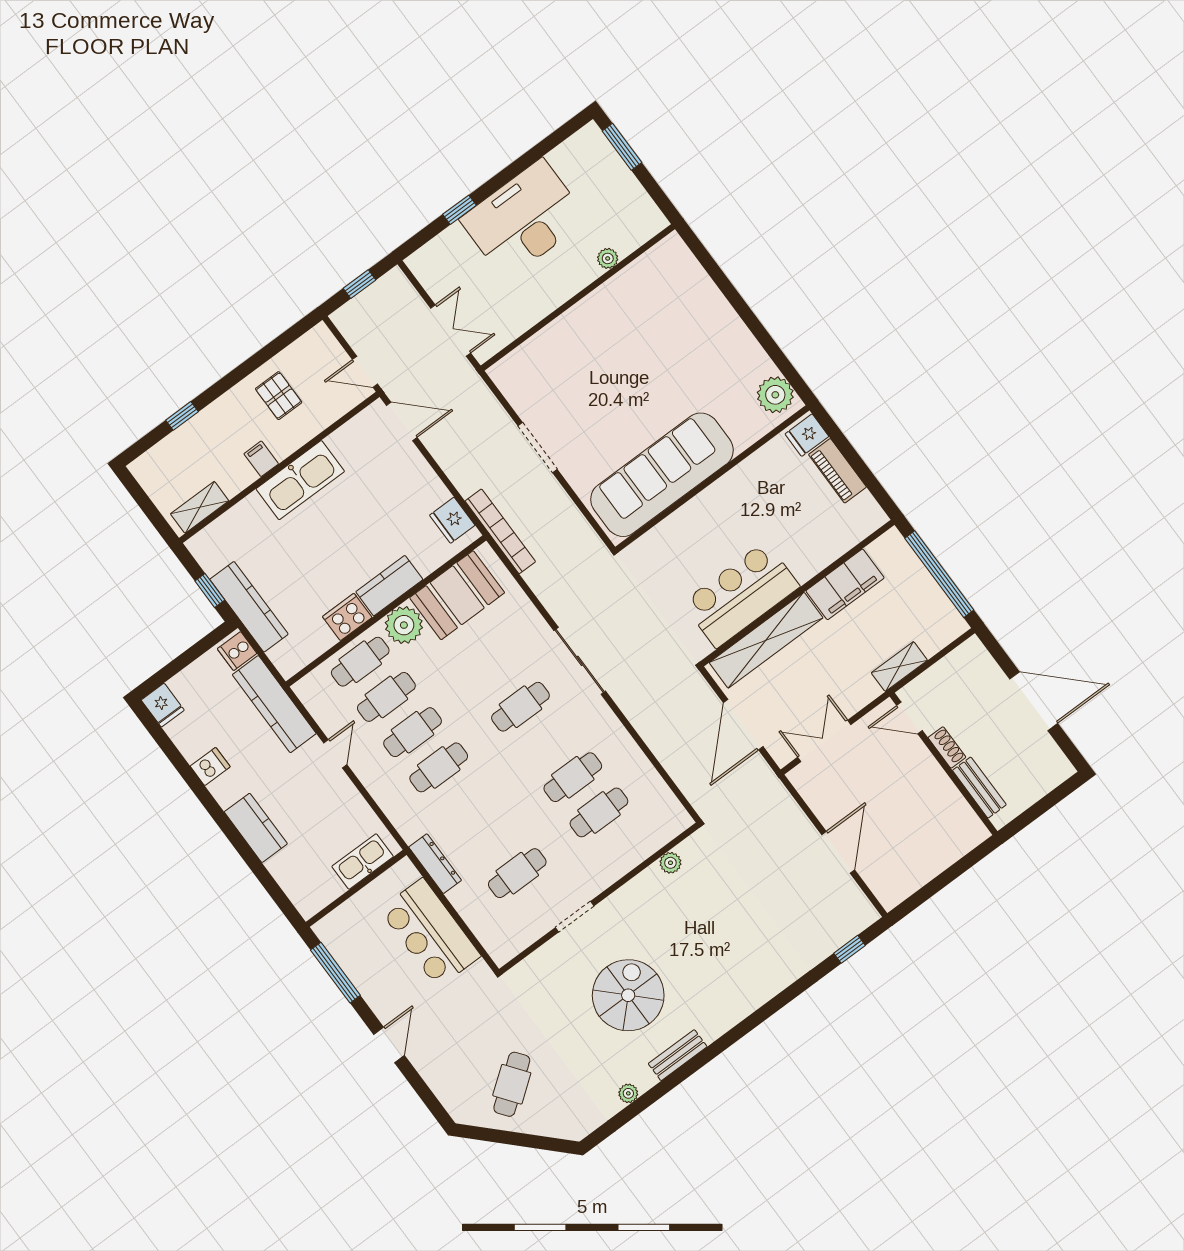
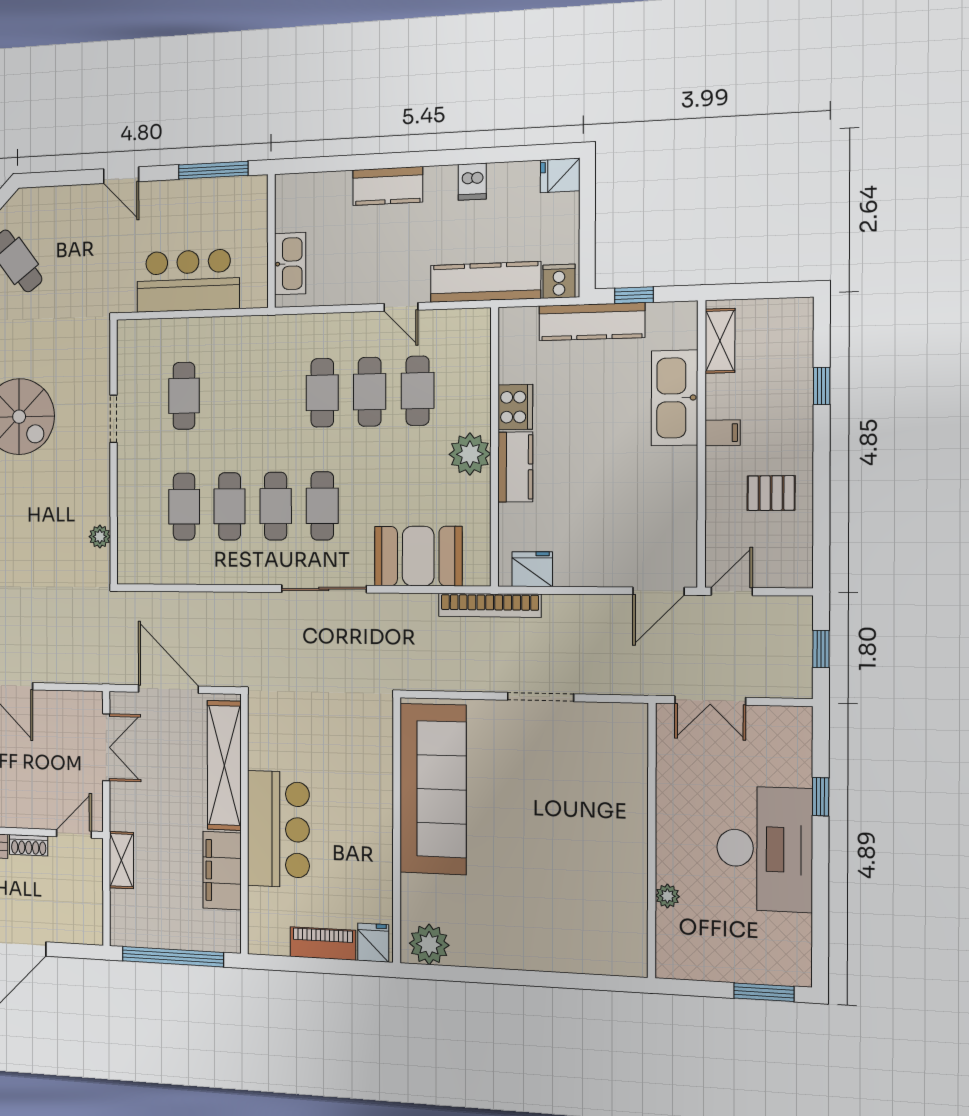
kitchen sink: (300, 480) -> (675, 398), moved
booth: (457, 595) -> (418, 556), moved, turned 90
bar counter: (741, 595) -> (278, 829), moved
cafe table: (360, 662) -> (276, 506), moved
dresser: (435, 864) -> (243, 328), removed

